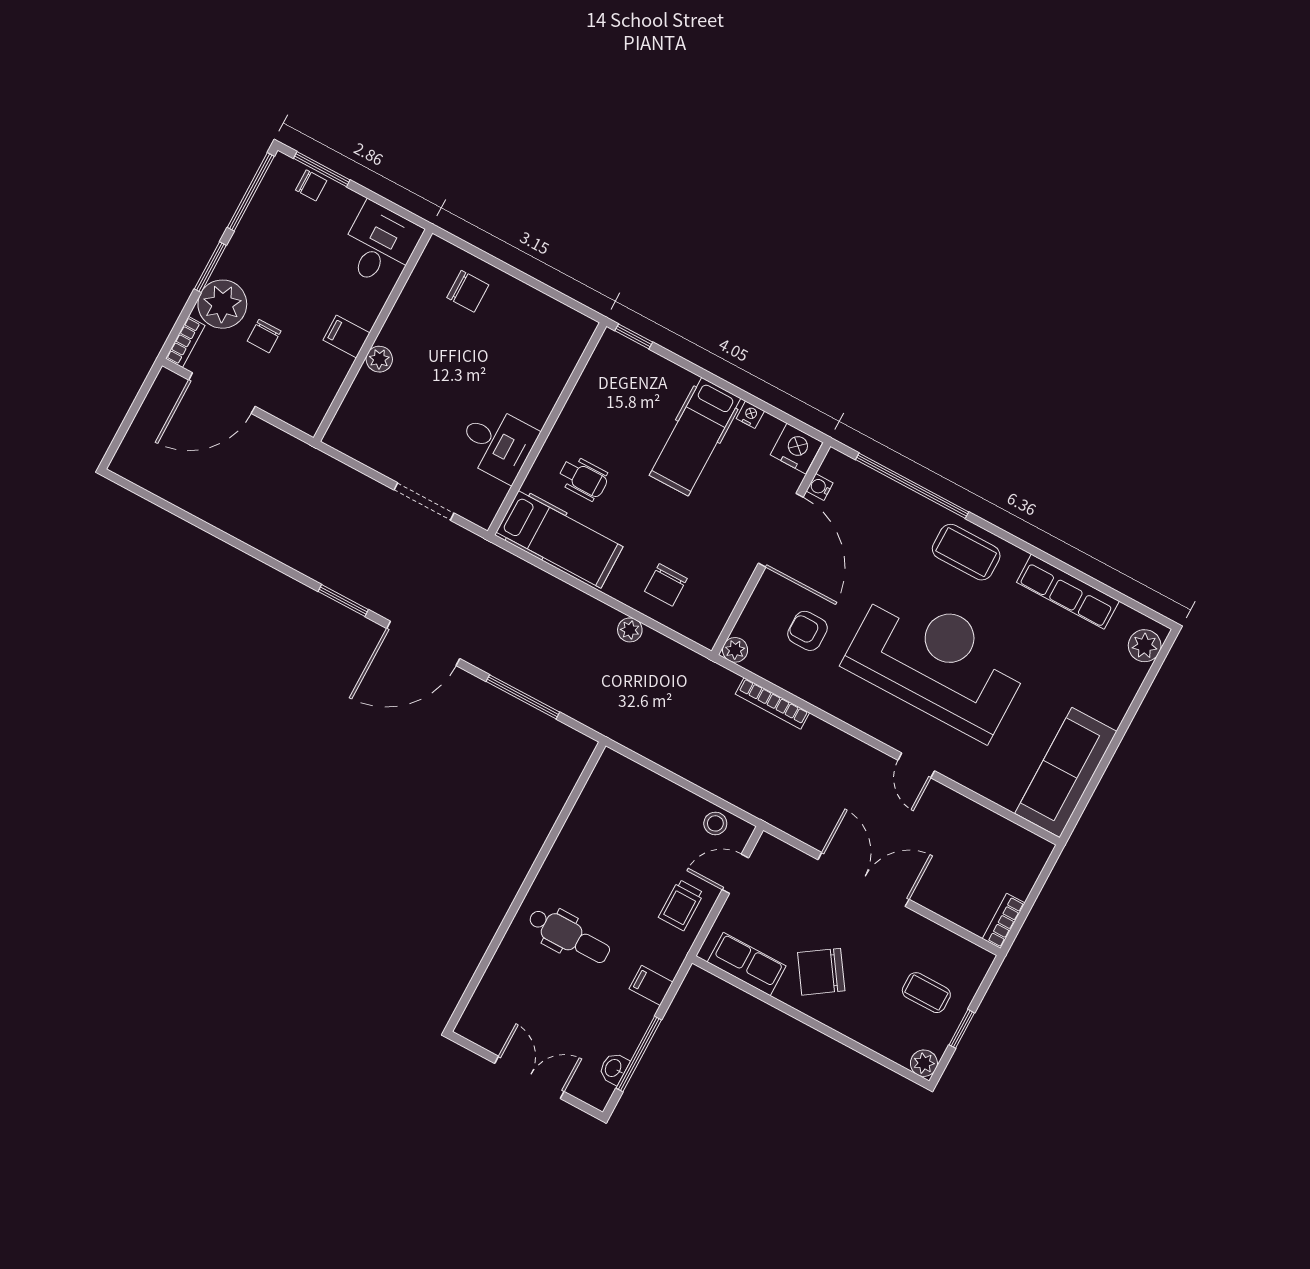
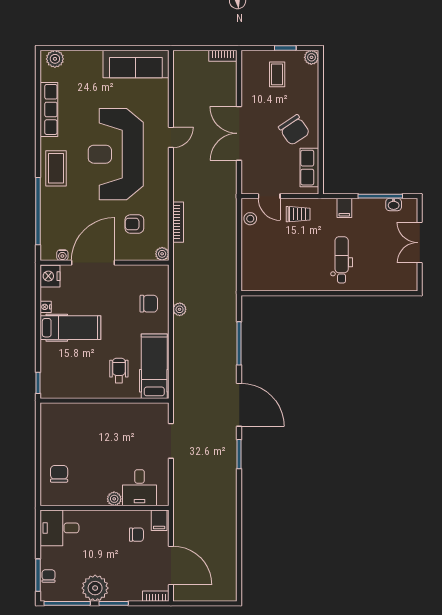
plant: (222, 304) -> (95, 588), moved
chair: (264, 336) -> (136, 535), moved
filing cabinet: (347, 336) -> (159, 520), moved
desk: (497, 443) -> (140, 488), moved, turned 180
armchair: (808, 631) -> (134, 224), turned 90

